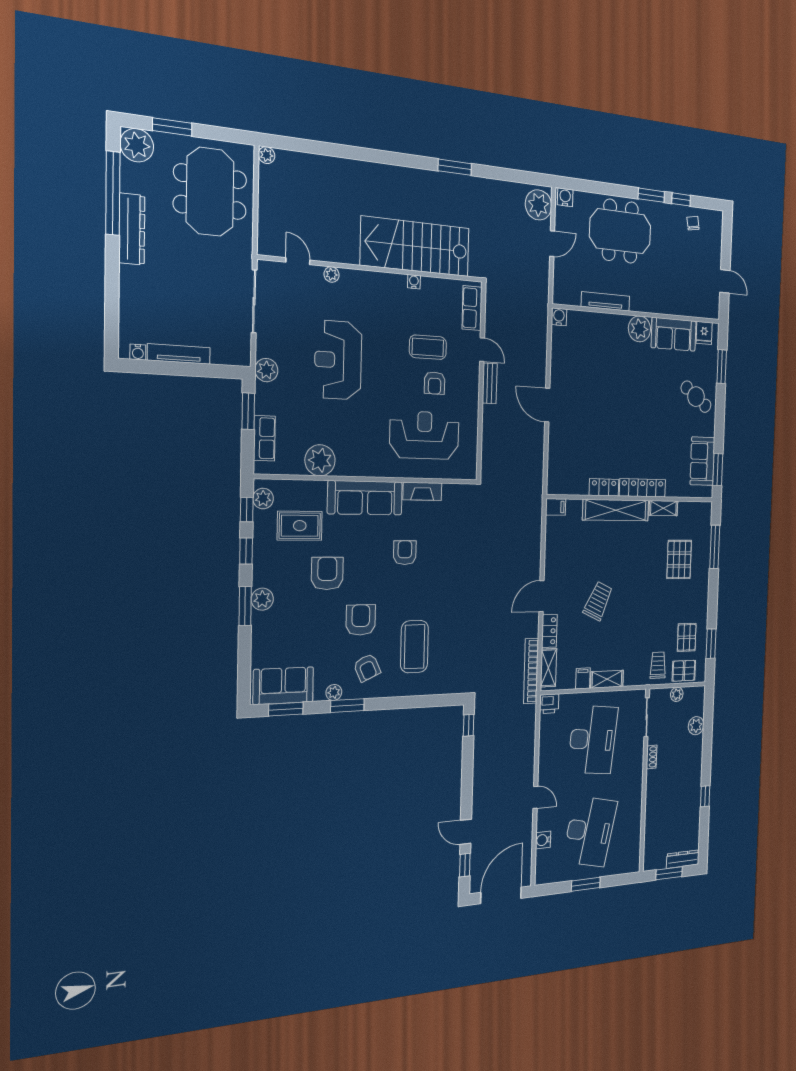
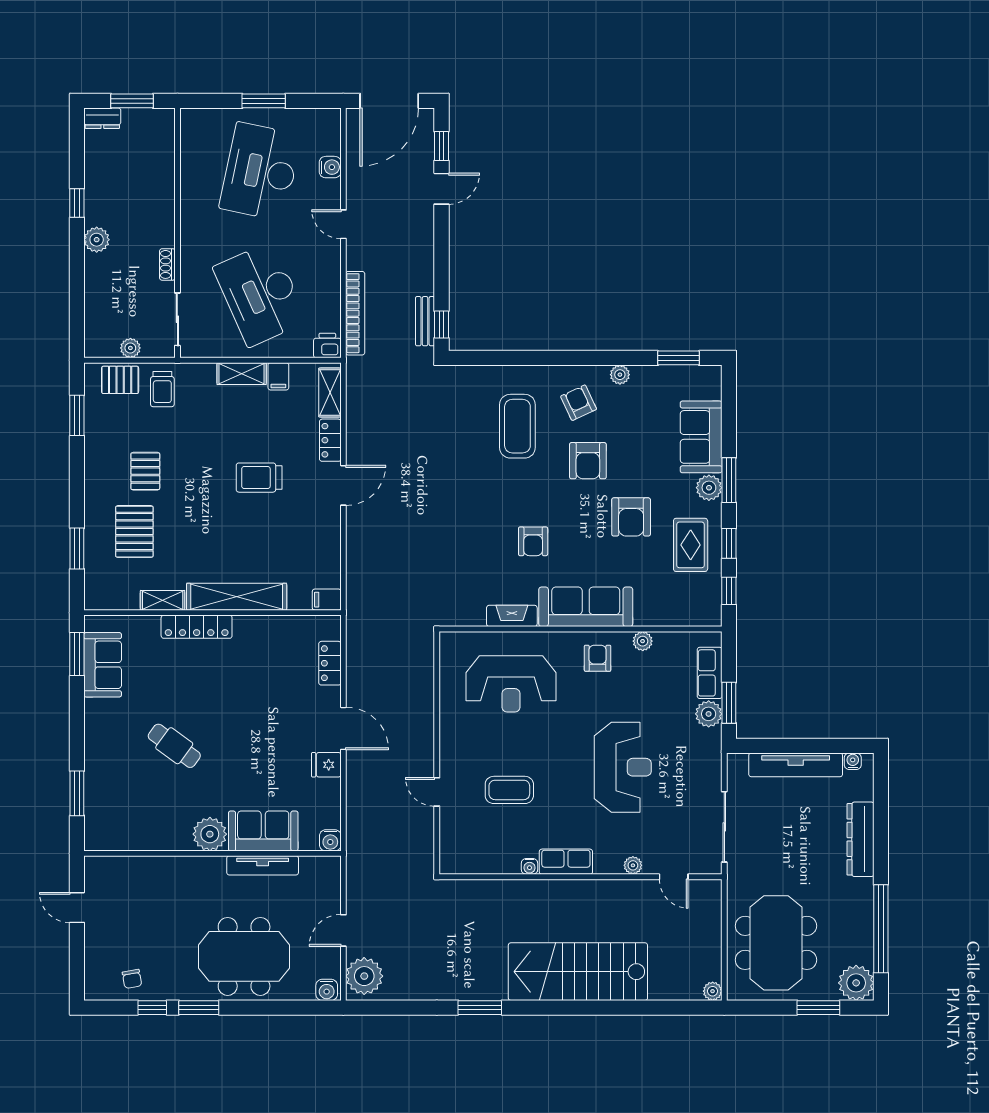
dresser: (132, 229) -> (860, 839), moved
stairs: (415, 247) -> (578, 972), moved, turned 180
row of seats: (472, 308) -> (566, 862), moved, turned -90
fridge: (704, 333) -> (326, 765), moved, turned -90
sofa: (674, 334) -> (263, 831), moved
tv unit: (179, 354) -> (796, 765), width x1.36, depth x1.29
plant: (266, 370) -> (709, 714), moved
armchair: (435, 383) -> (598, 658), moved
bench: (490, 383) -> (425, 321), moved
cafe table: (696, 397) -> (174, 746), moved
plant: (320, 460) -> (643, 641), width x0.53, depth x0.53
locker: (604, 487) -> (330, 663), moved, turned 90
plant: (263, 499) -> (710, 604), removed
rug: (300, 526) -> (691, 545), moved, turned 90
window: (715, 547) -> (77, 549), width x0.69
trolley: (598, 601) -> (259, 478), turned 65
pallet: (687, 637) -> (145, 471), moved
bookcase: (531, 671) -> (355, 313), moved
sofa: (283, 686) -> (701, 437), moved, turned 90
window: (347, 706) -> (603, 358), removed
plant: (696, 726) -> (97, 240), moved
desk: (593, 740) -> (260, 294), turned -30
door: (466, 832) -> (441, 189), hinge flipped
dresser: (683, 859) -> (102, 118), width x0.70

